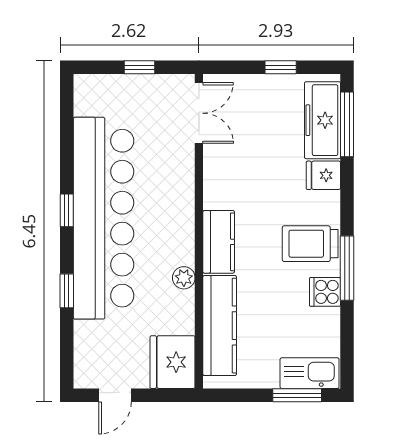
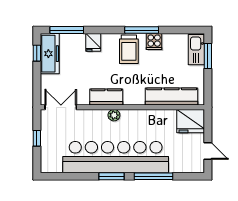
window: (281, 67) -> (37, 53), moved
freezer: (323, 120) -> (50, 54), moved, turned -90
window: (67, 210) -> (112, 176), width x1.50
kitchen counter: (219, 242) -> (106, 97), moved
plant: (184, 278) -> (114, 115), moved
window: (67, 291) -> (154, 176), width x2.17

